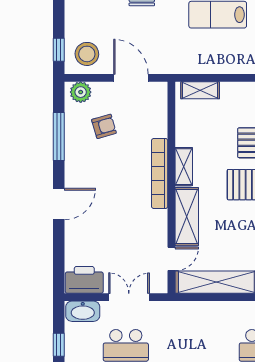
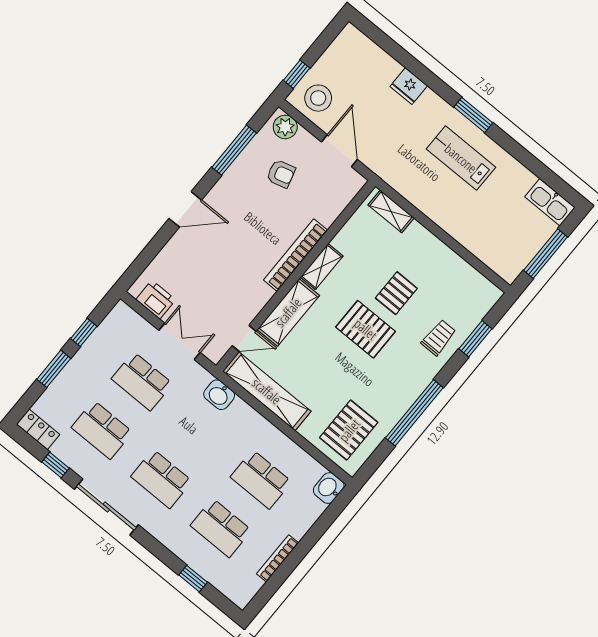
printer: (84, 280) -> (156, 300), width x0.73, depth x0.84
washbasin: (83, 311) -> (219, 395), moved, width x0.72

